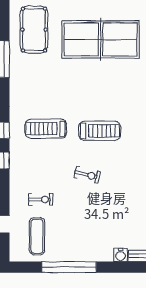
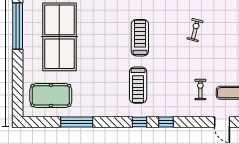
exercise bike: (87, 175) -> (195, 30), moved

